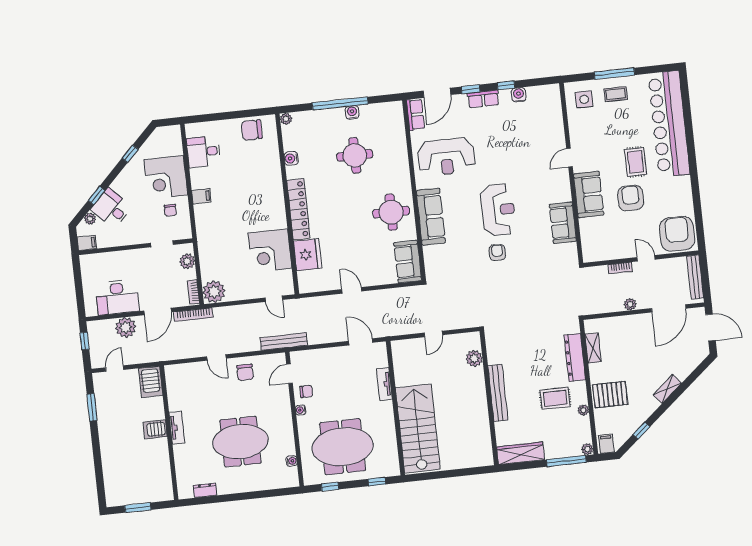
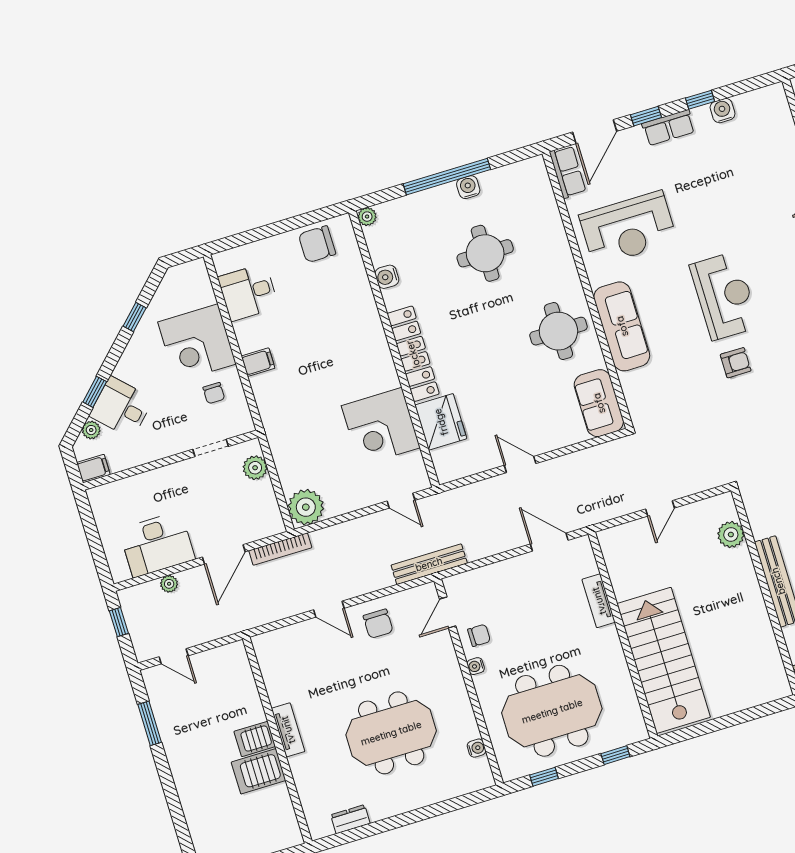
armchair: (497, 252) -> (736, 363), turned 89
bookcase: (193, 292) -> (274, 514), removed
plant: (126, 327) -> (169, 584), width x0.53, depth x0.53
door: (115, 369) -> (174, 656), swing flipped
server rack: (151, 382) -> (259, 771), moved, turned 90

